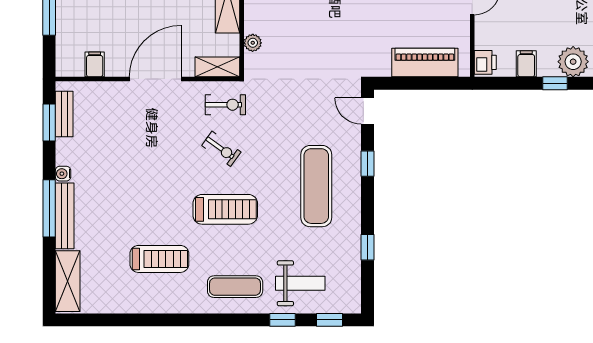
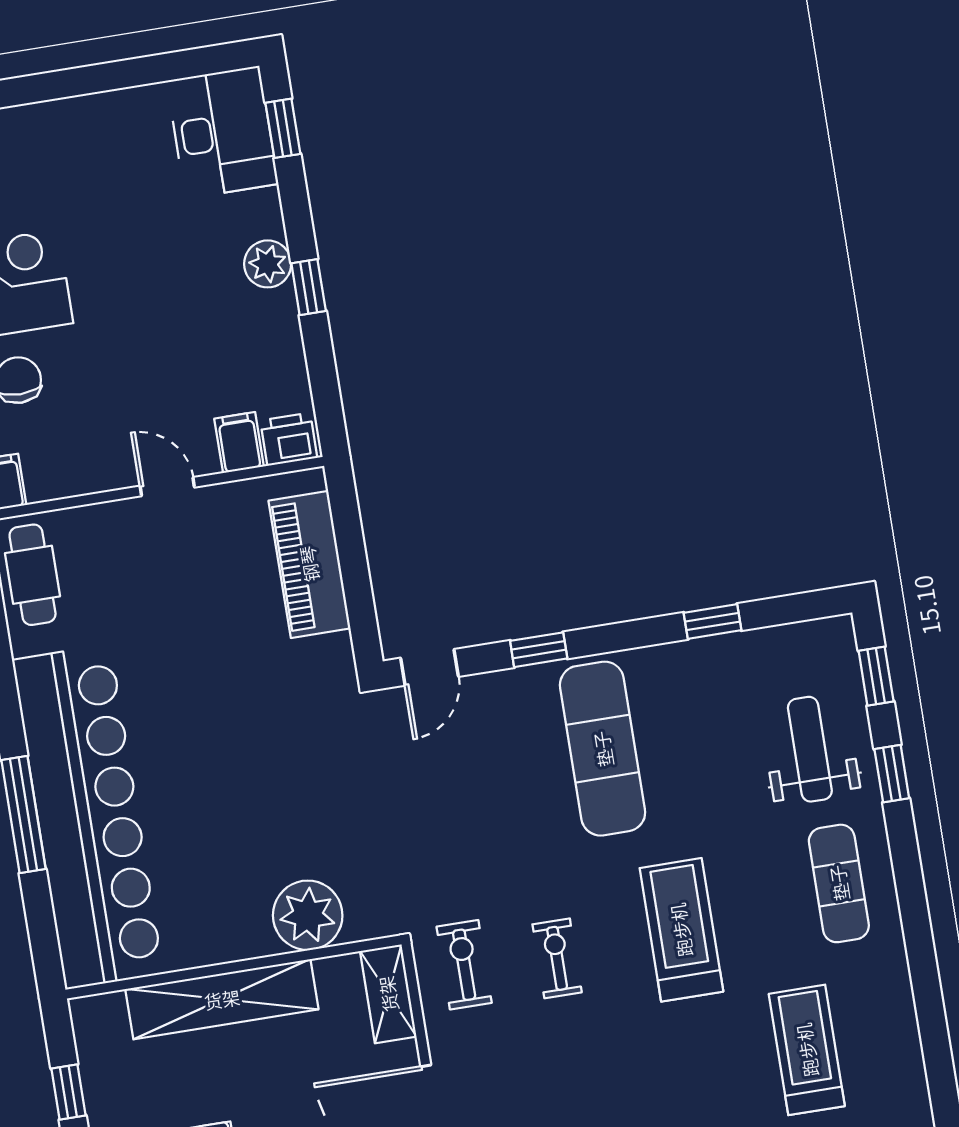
plant: (253, 43) -> (308, 915), width x1.88, depth x1.88
plant: (573, 62) -> (268, 264), width x0.73, depth x0.73
filing cabinet: (526, 64) -> (239, 443), moved, turned 90
exercise bike: (221, 149) -> (557, 958), turned -36
exercise mat: (316, 186) -> (603, 749), turned 90

